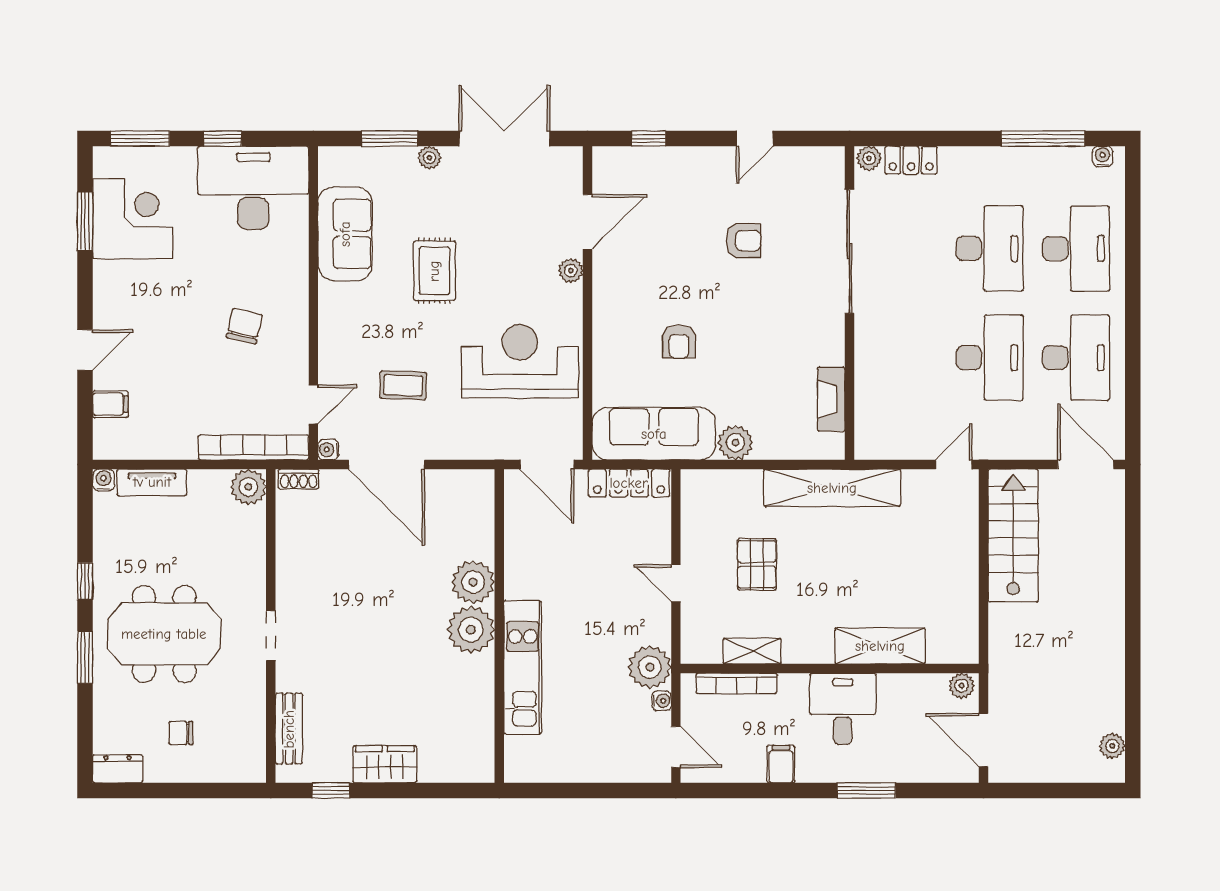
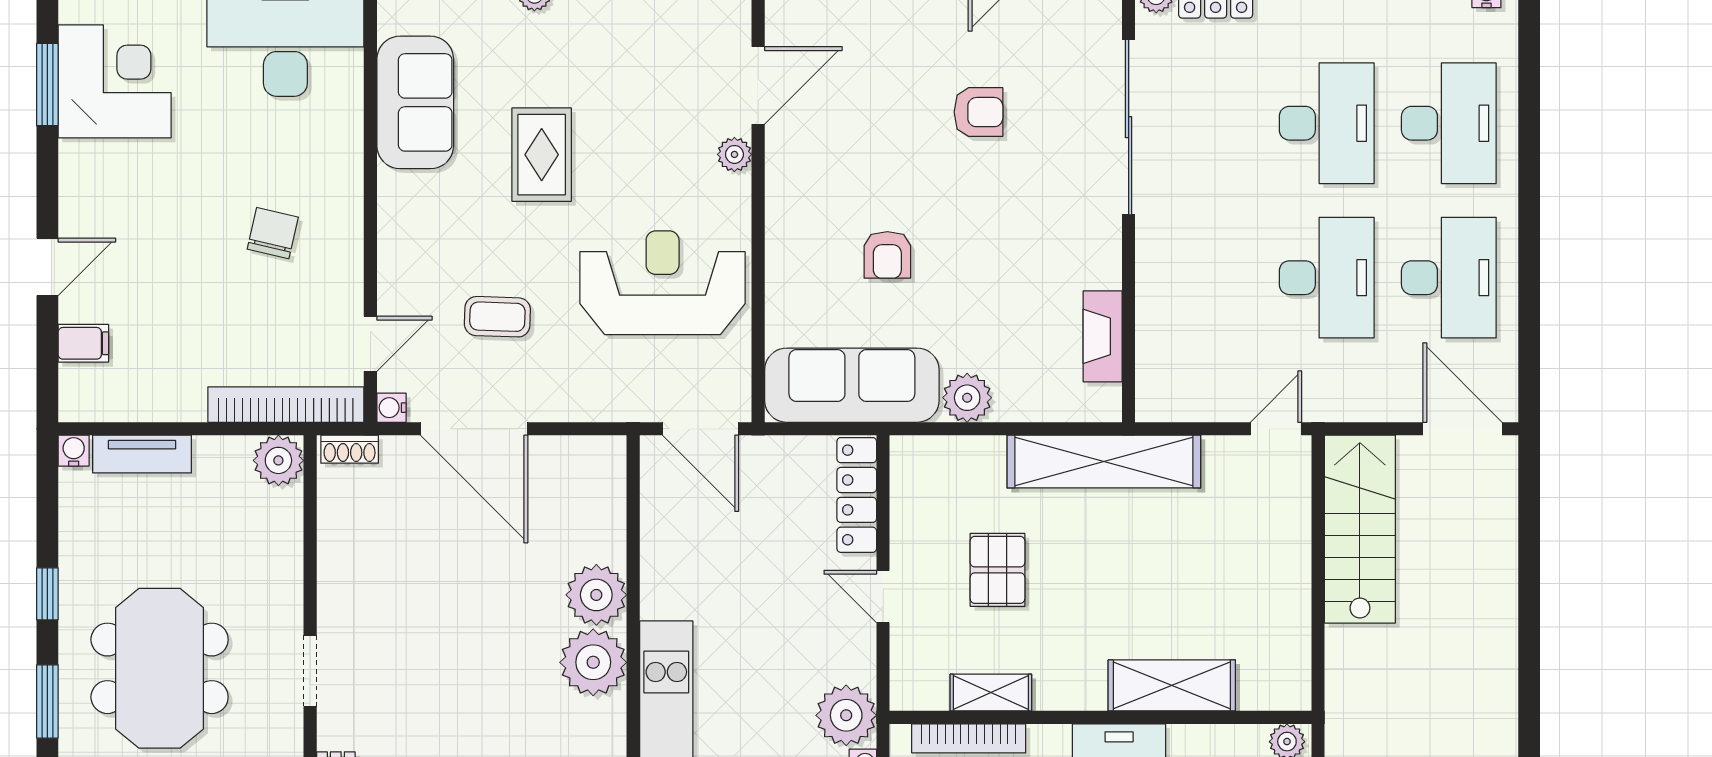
locker: (629, 483) -> (857, 495), moved, turned 90
meeting table: (164, 634) -> (160, 668), turned 90

